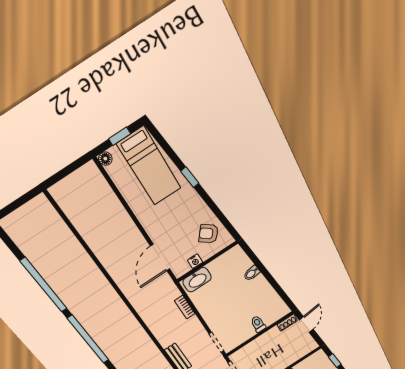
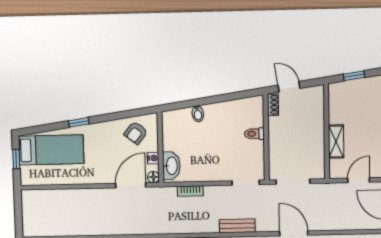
floor lamp: (105, 159) -> (153, 177), moved
door: (160, 257) -> (131, 185), swing flipped

